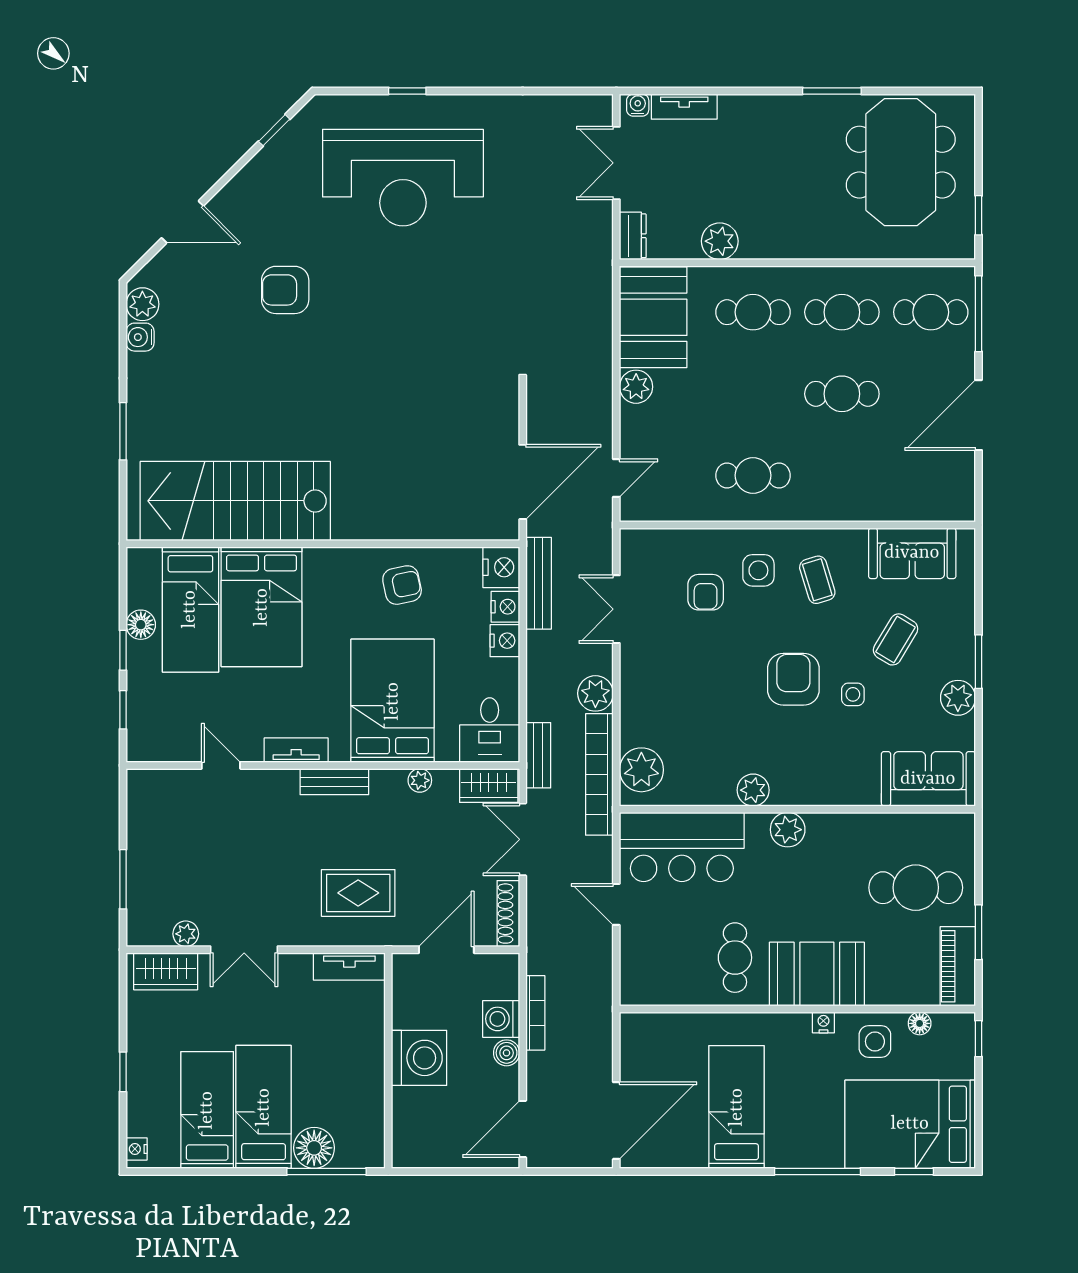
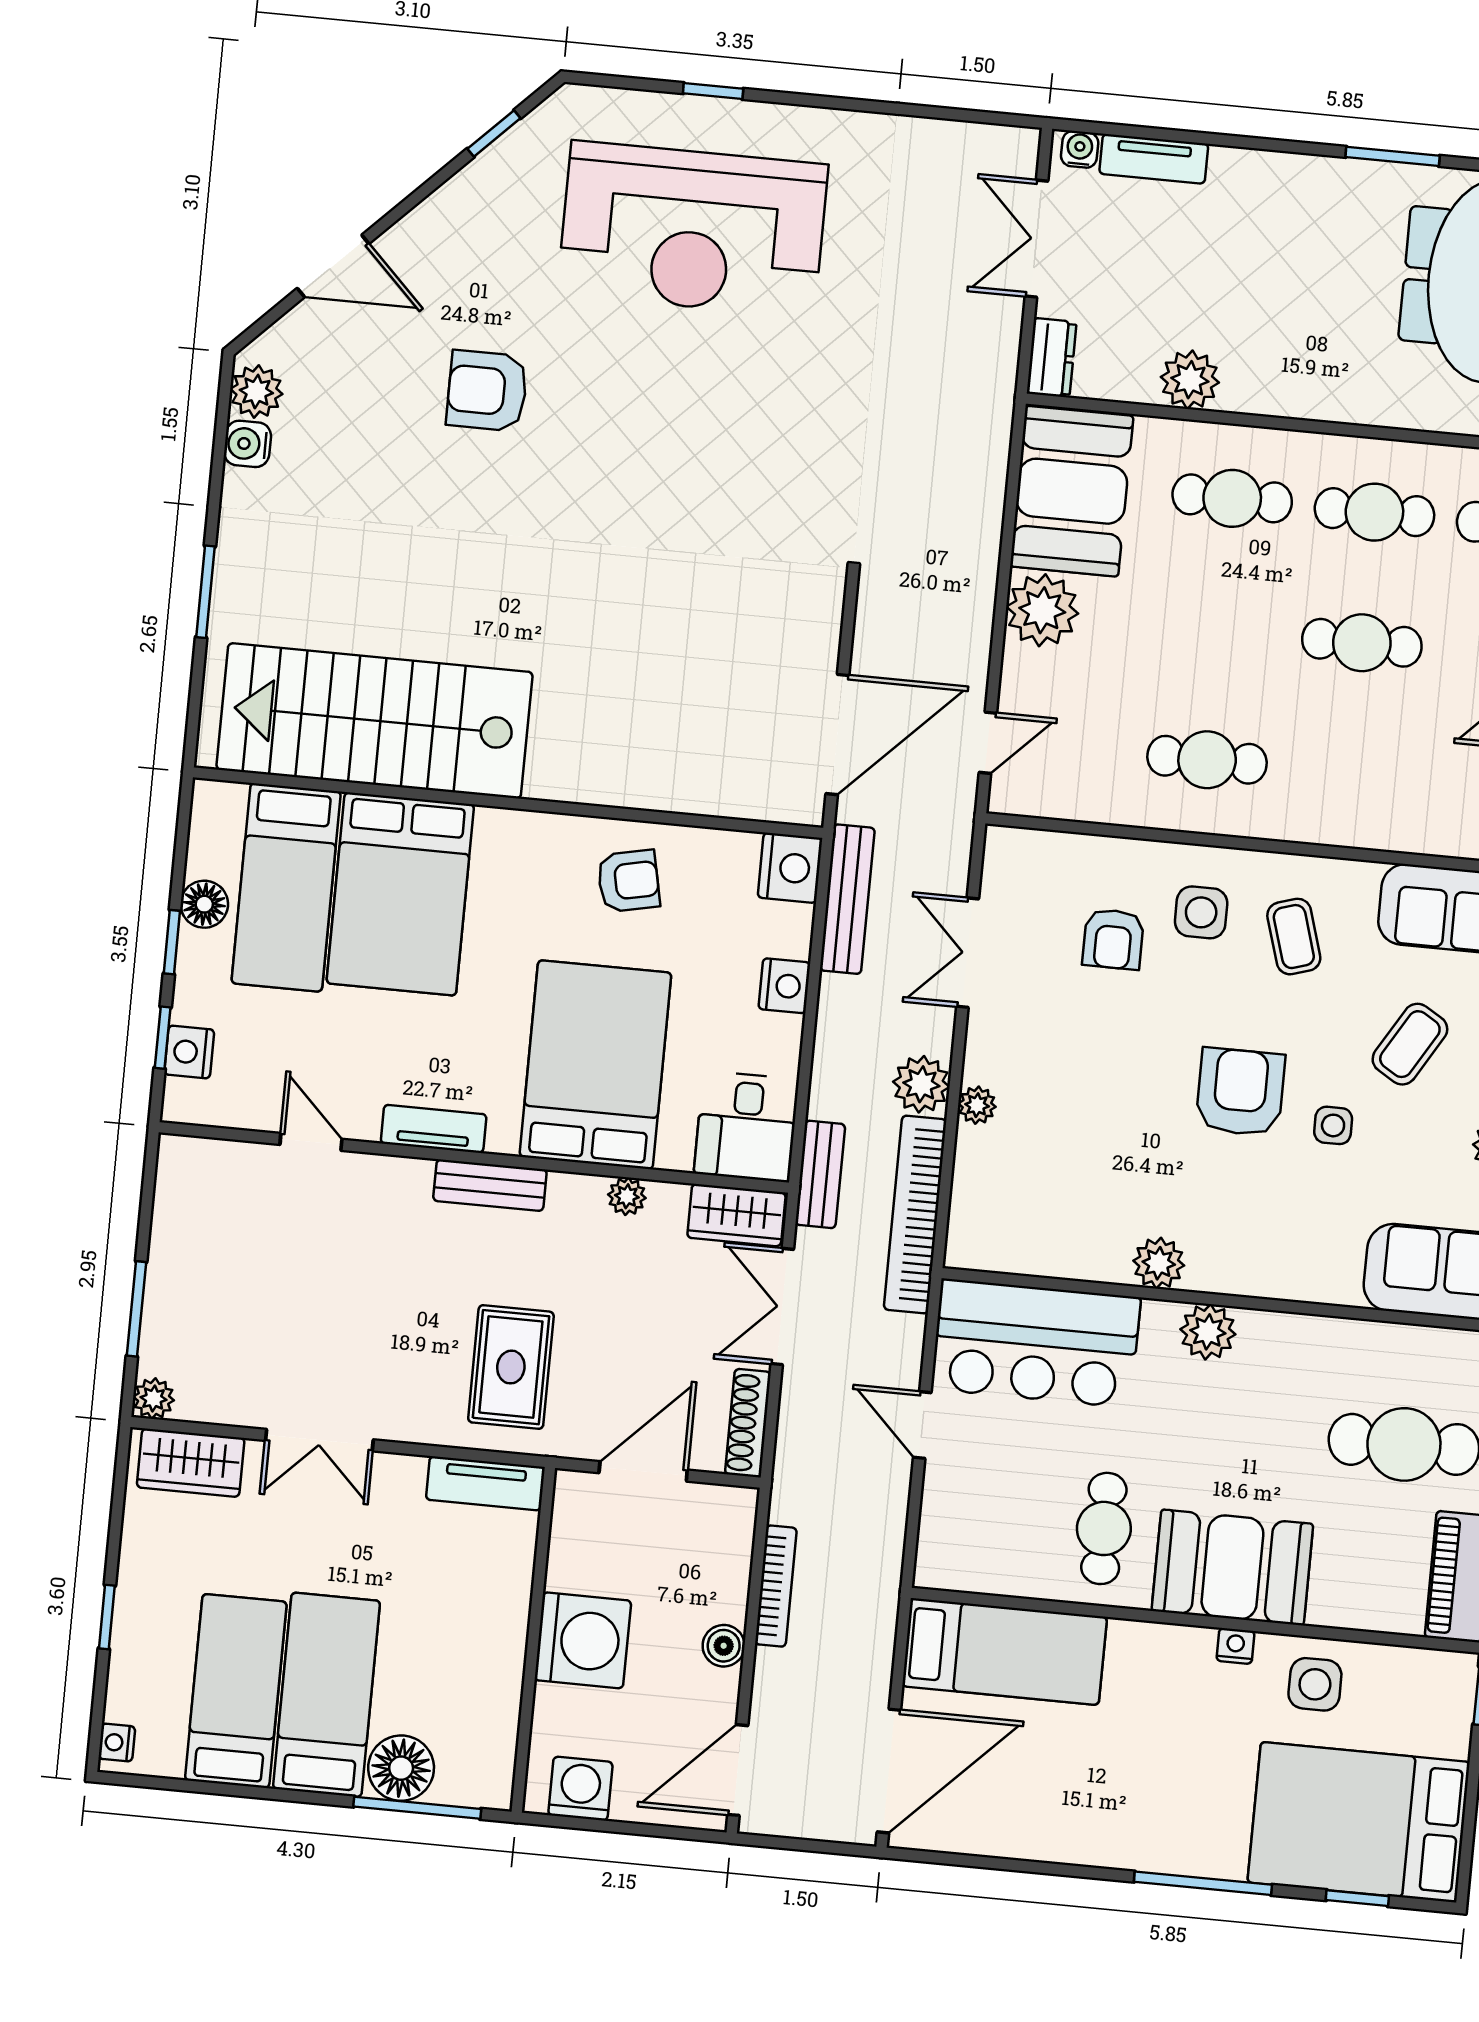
plant: (636, 387) -> (1042, 610), width x1.36, depth x1.36
nightstand: (505, 607) -> (189, 1052), moved, turned 180
plant: (641, 770) -> (977, 1105), moved, width x0.53, depth x0.53
rug: (358, 893) -> (511, 1367), turned 90
plant: (186, 934) -> (154, 1399), moved
washing machine: (501, 1019) -> (580, 1789), moved, turned 90
floor lamp: (920, 1023) -> (1389, 1662), removed
bed: (737, 1107) -> (1005, 1652), moved, turned 90

